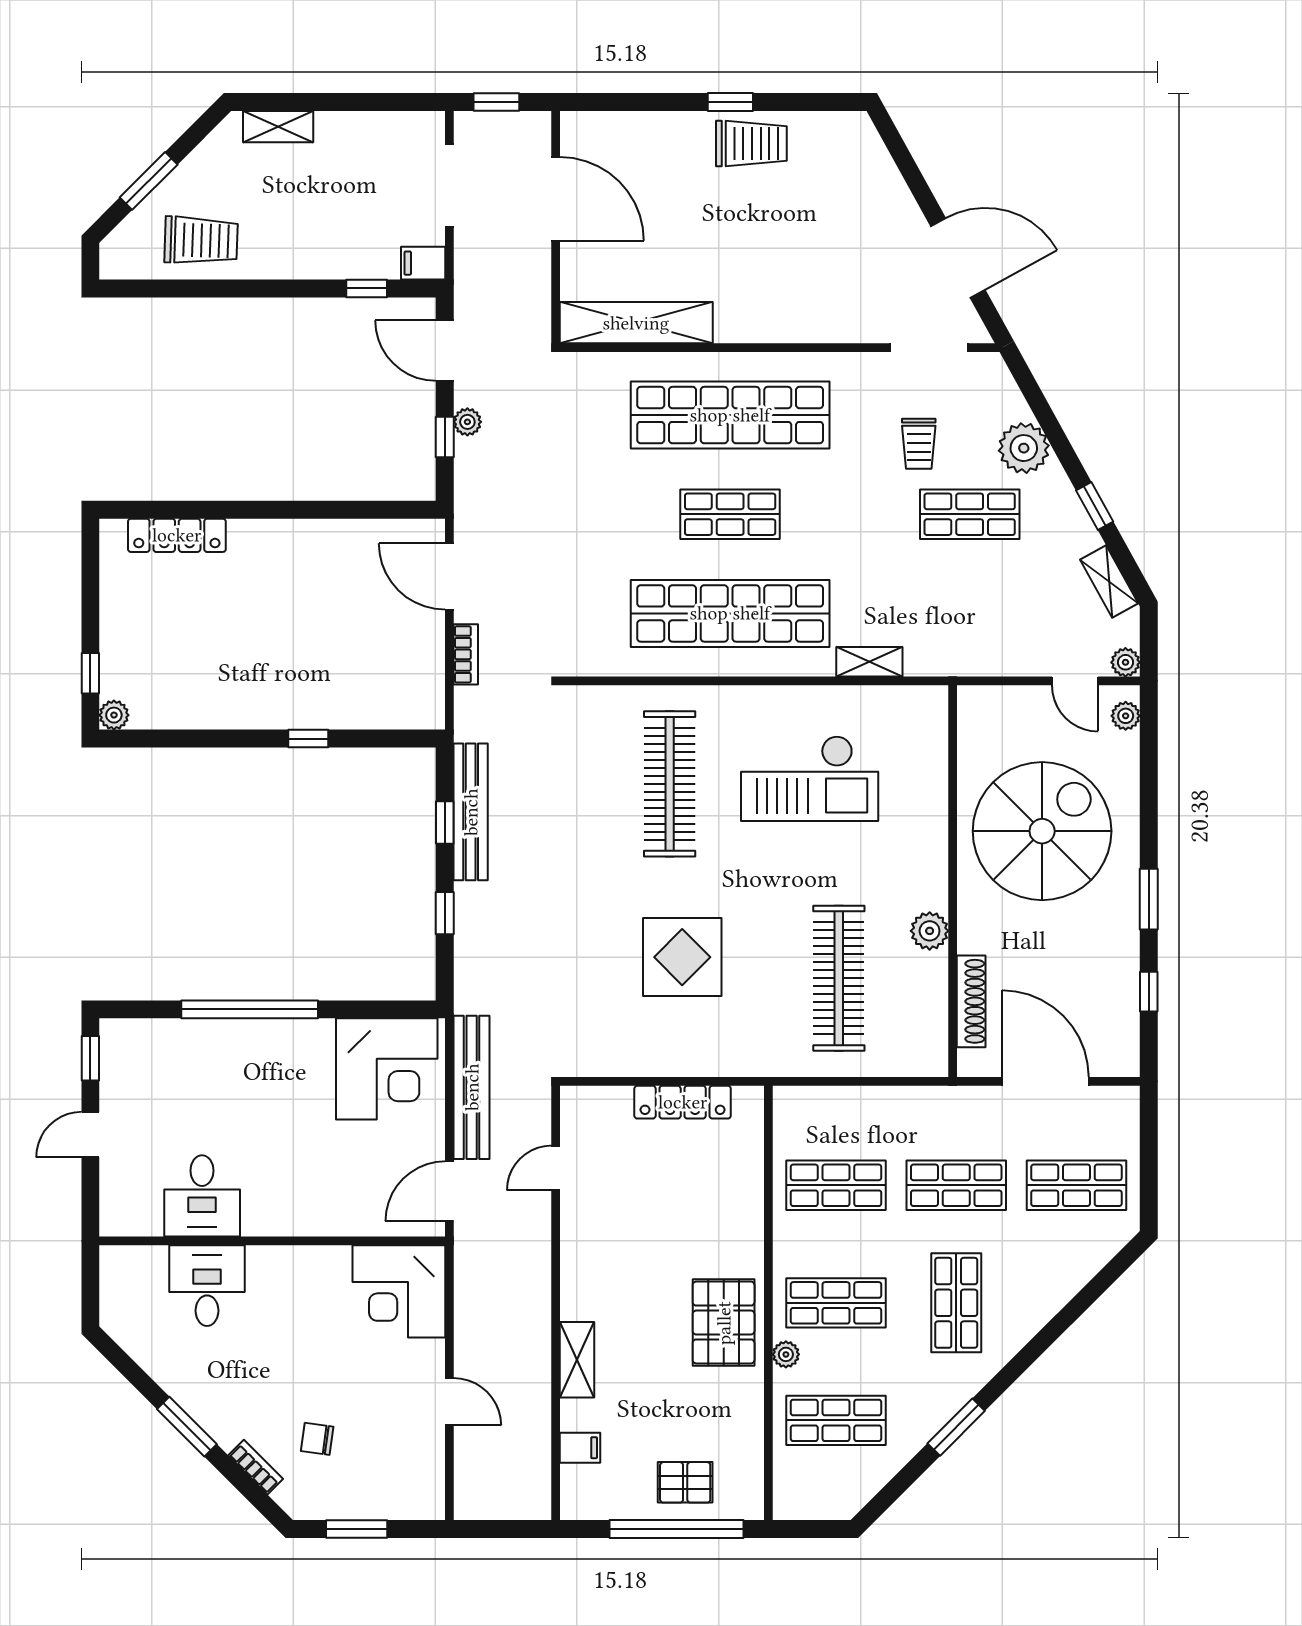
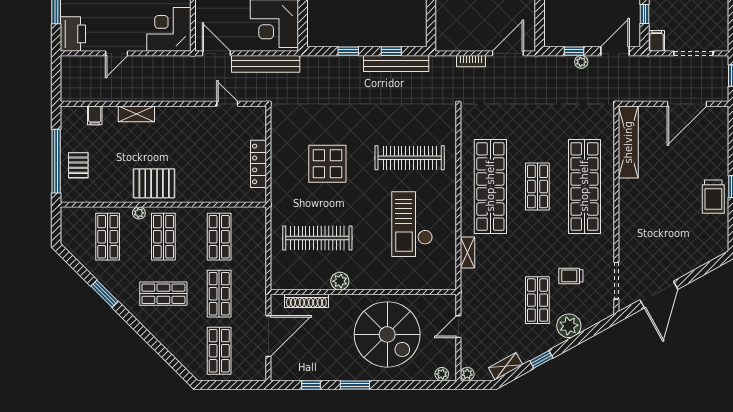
door: (1075, 681) -> (458, 327), moved
printer: (409, 1494) -> (73, 34), added

